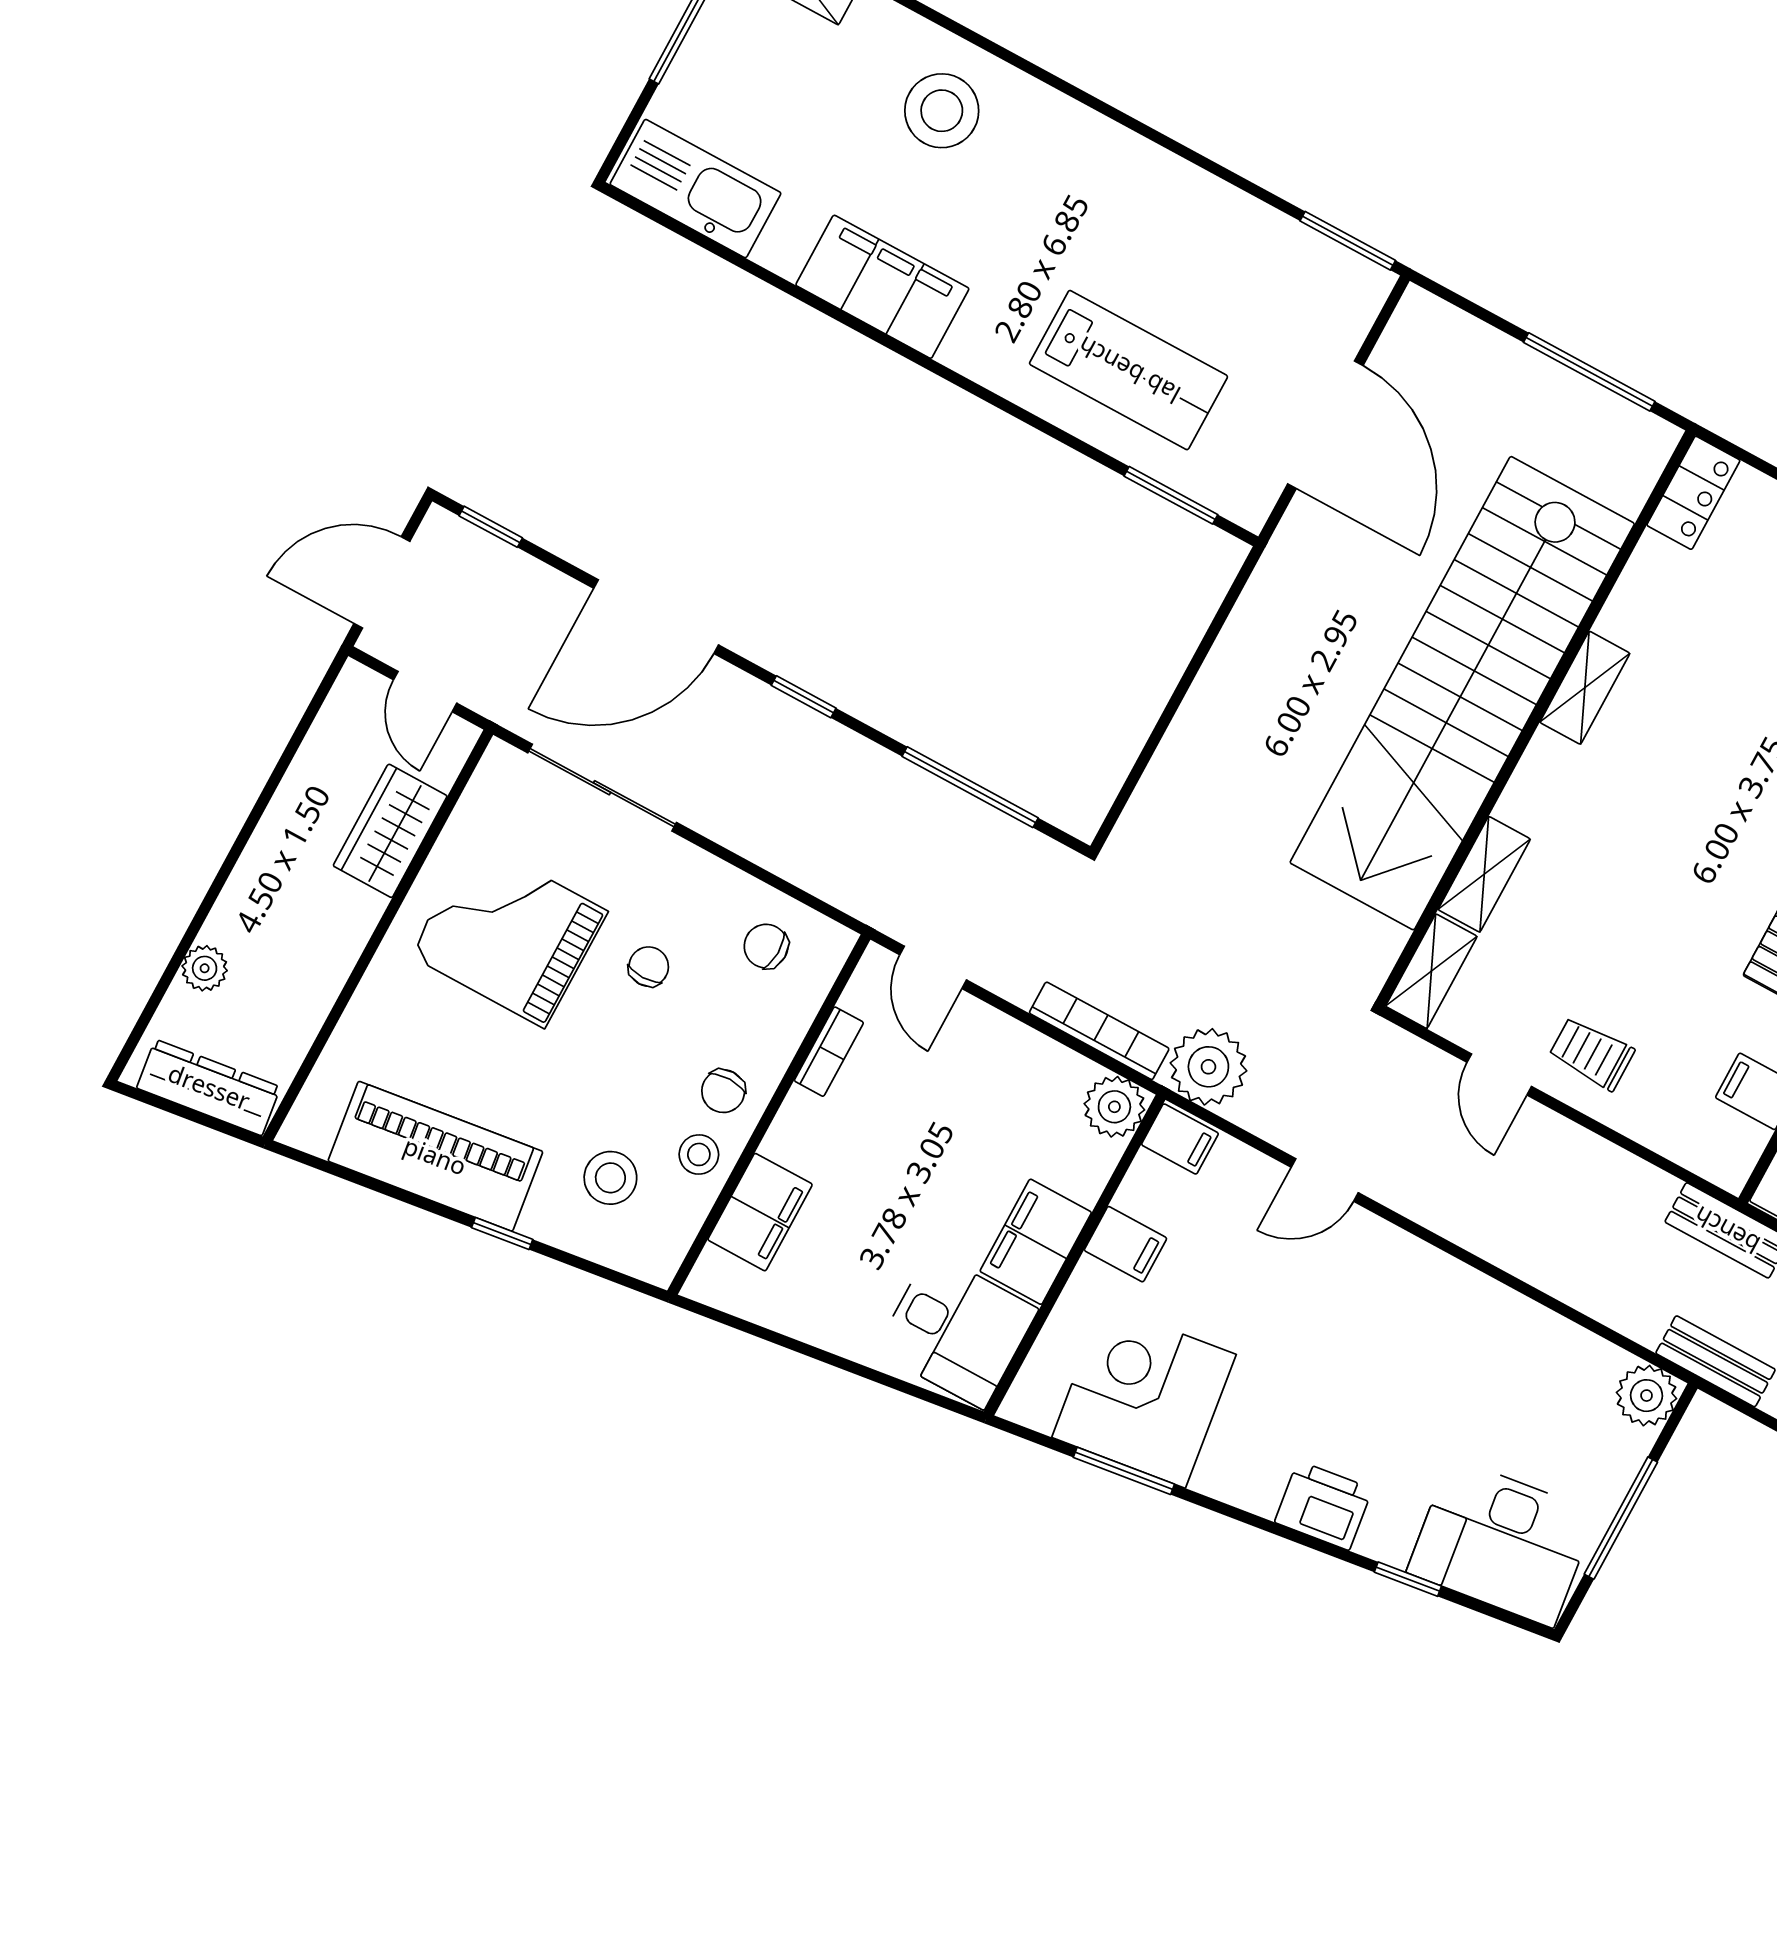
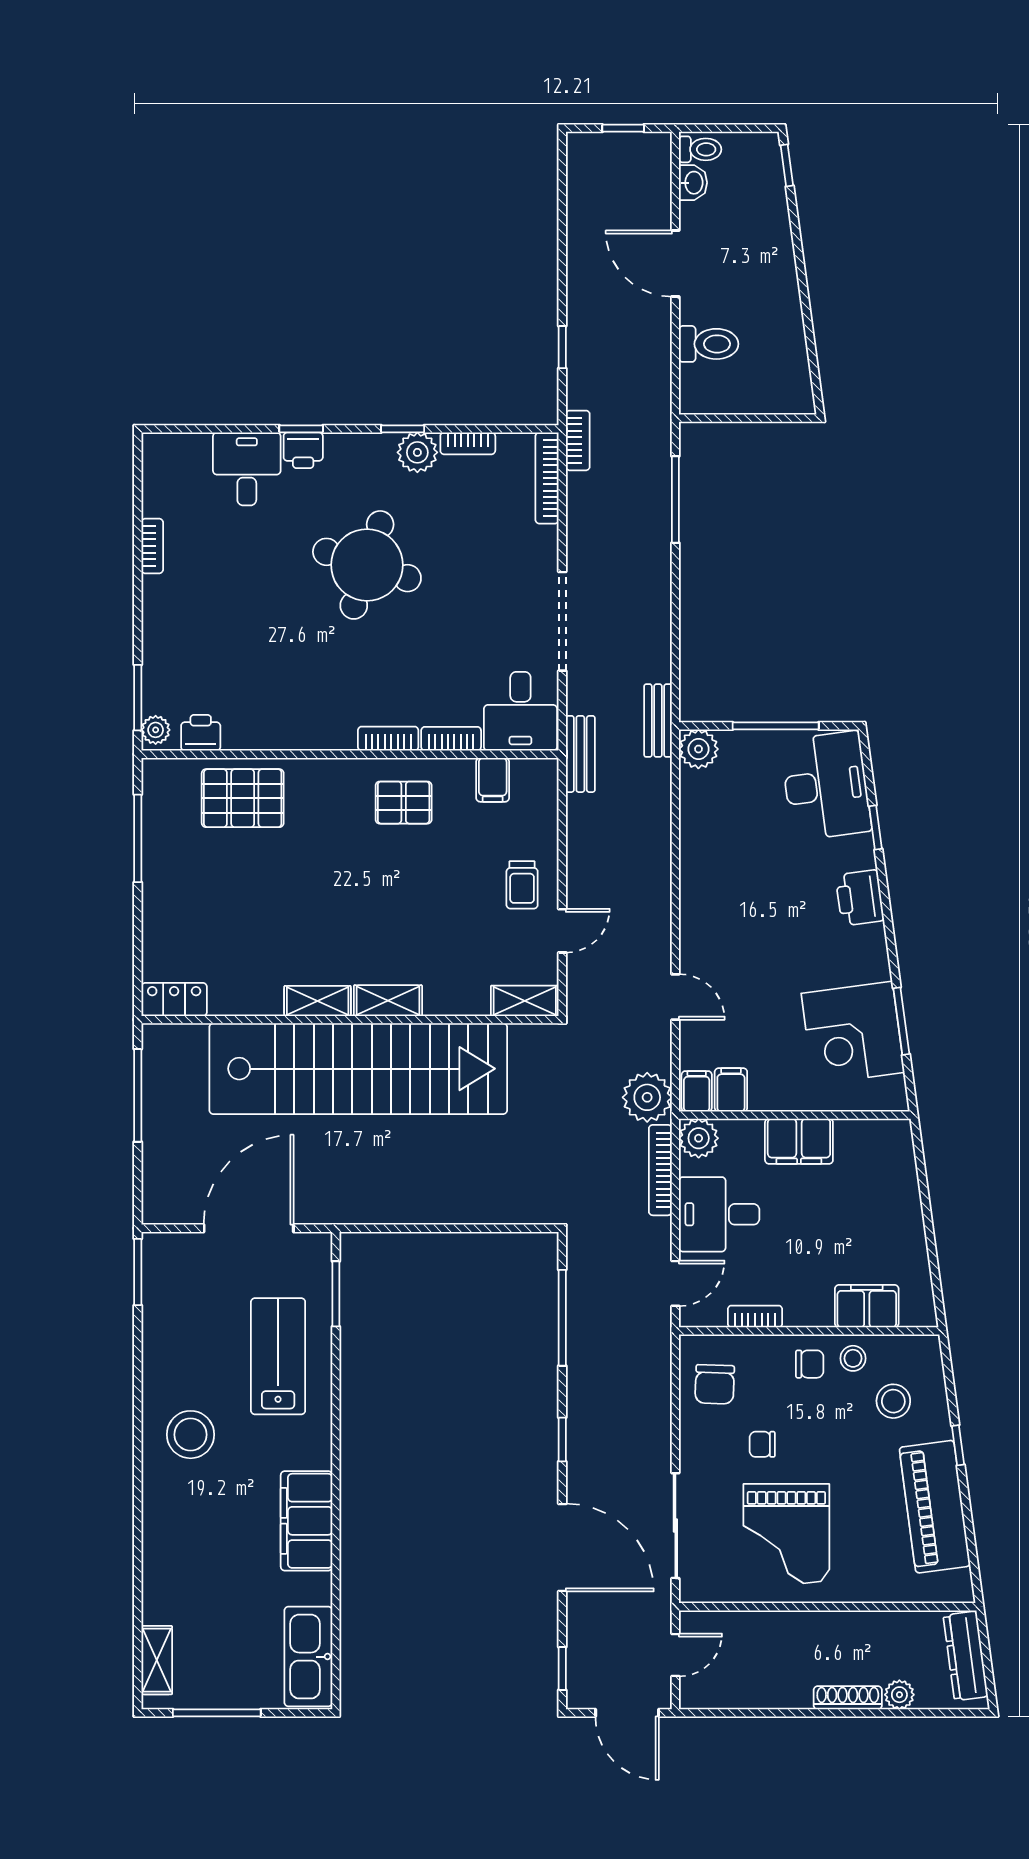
stool: (942, 111) -> (191, 1435), moved
wardrobe: (390, 831) -> (765, 1632), removed
shelving: (1484, 874) -> (388, 1001), moved
shoe rack: (239, 895) -> (848, 1698), added
chair: (766, 946) -> (715, 1384), width x1.37, depth x1.37
filing cabinet: (1125, 1244) -> (731, 1090), moved
desk: (957, 1330) -> (719, 1214), moved, turned -90

